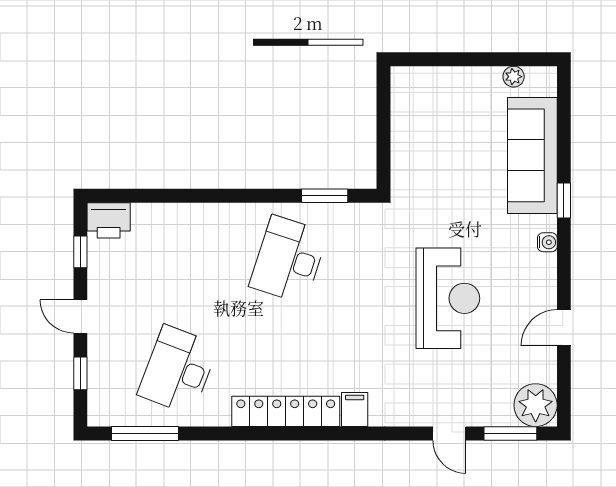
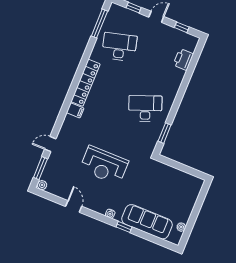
printer: (109, 220) -> (183, 59), moved
desk: (289, 259) -> (145, 108), turned -39
desk: (178, 370) -> (119, 47), turned -36
plant: (536, 405) -> (42, 185), width x0.53, depth x0.53

